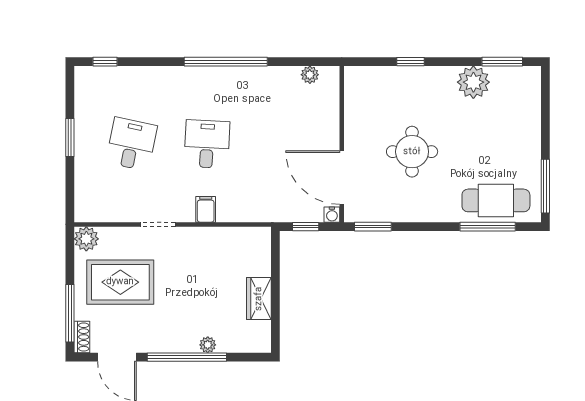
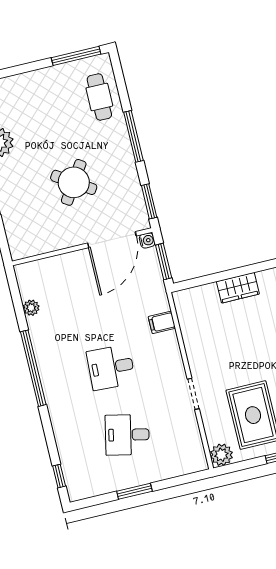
plant: (310, 75) -> (31, 308), moved
round table: (412, 152) -> (74, 182), turned 33
cafe table: (496, 200) -> (99, 97), width x0.73, depth x0.74
filing cabinet: (206, 209) -> (162, 322), moved
window: (306, 227) -> (164, 261), width x1.50
window: (488, 227) -> (133, 136), moved

